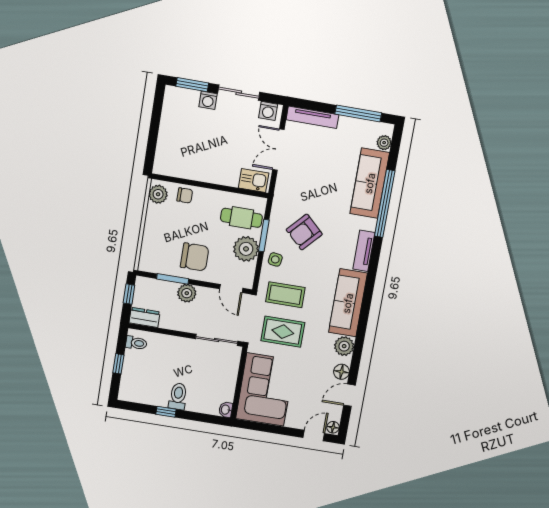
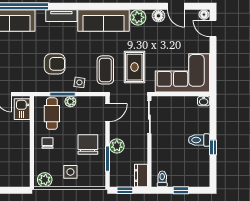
chair: (185, 195) -> (47, 143), moved
side table: (163, 229) -> (70, 172), added
armchair: (304, 232) -> (55, 64), turned -43
plant: (246, 249) -> (70, 102), width x0.53, depth x0.53

